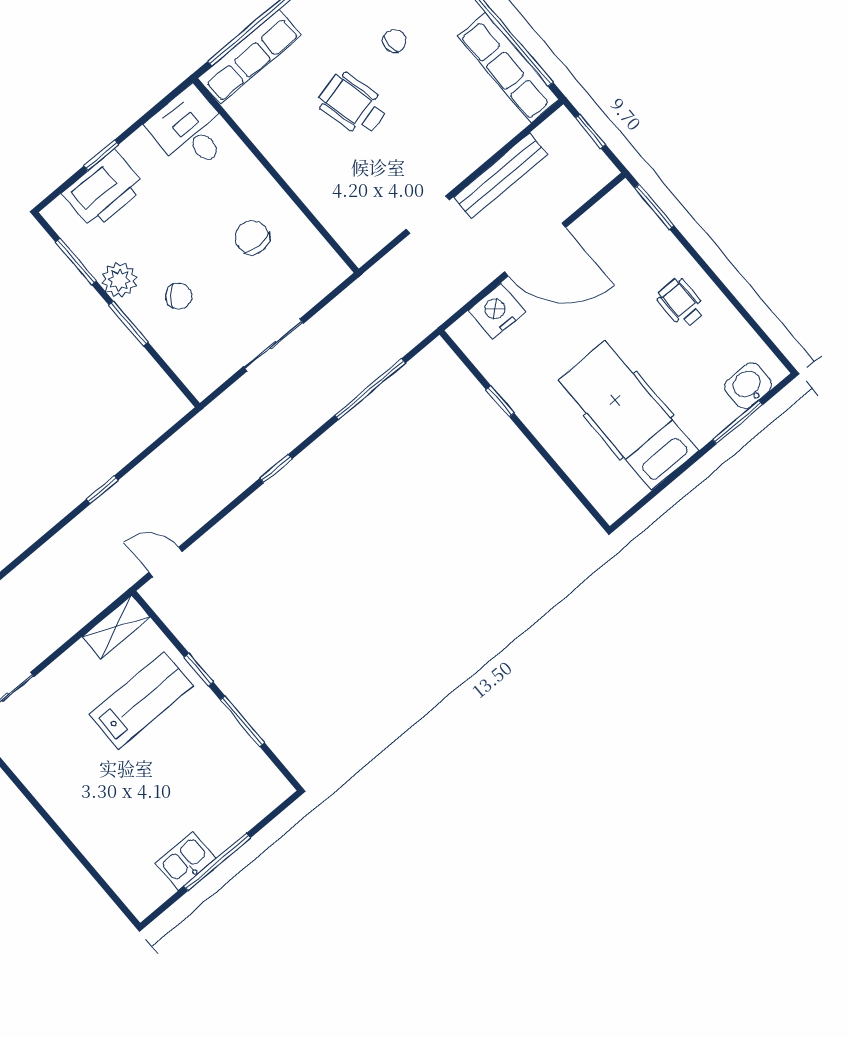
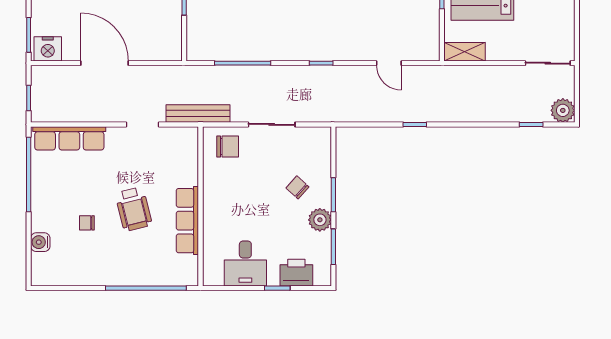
row of seats: (250, 57) -> (187, 221), moved, turned -90
row of seats: (508, 68) -> (69, 138), moved, turned 90
desk: (190, 130) -> (245, 263), moved
bench: (500, 176) -> (198, 113), moved
printer: (104, 190) -> (296, 273), width x0.73, depth x0.84
chair: (252, 238) -> (228, 147), moved, turned -90
nightstand: (497, 311) -> (48, 49), moved
door: (166, 562) -> (389, 63), moved

